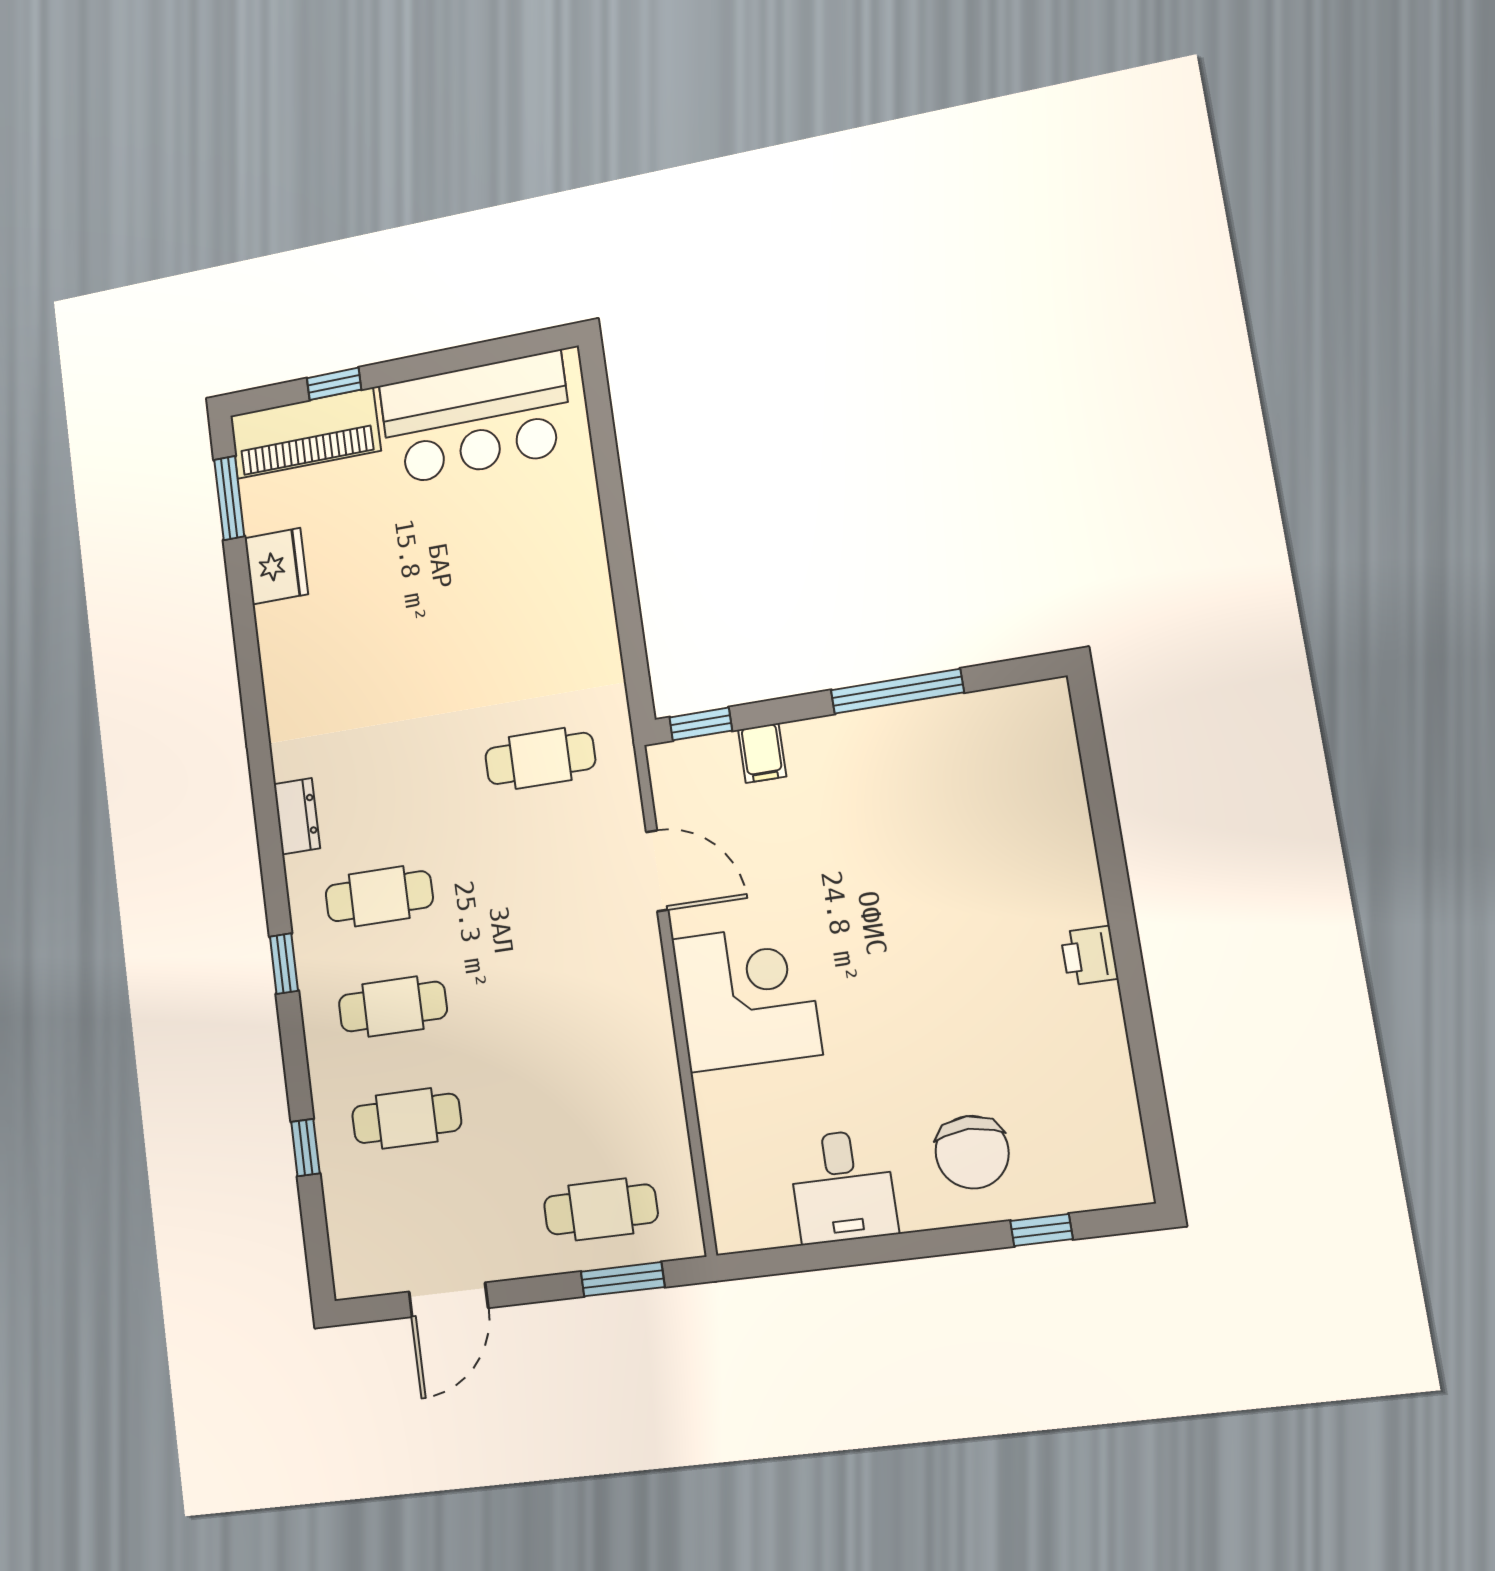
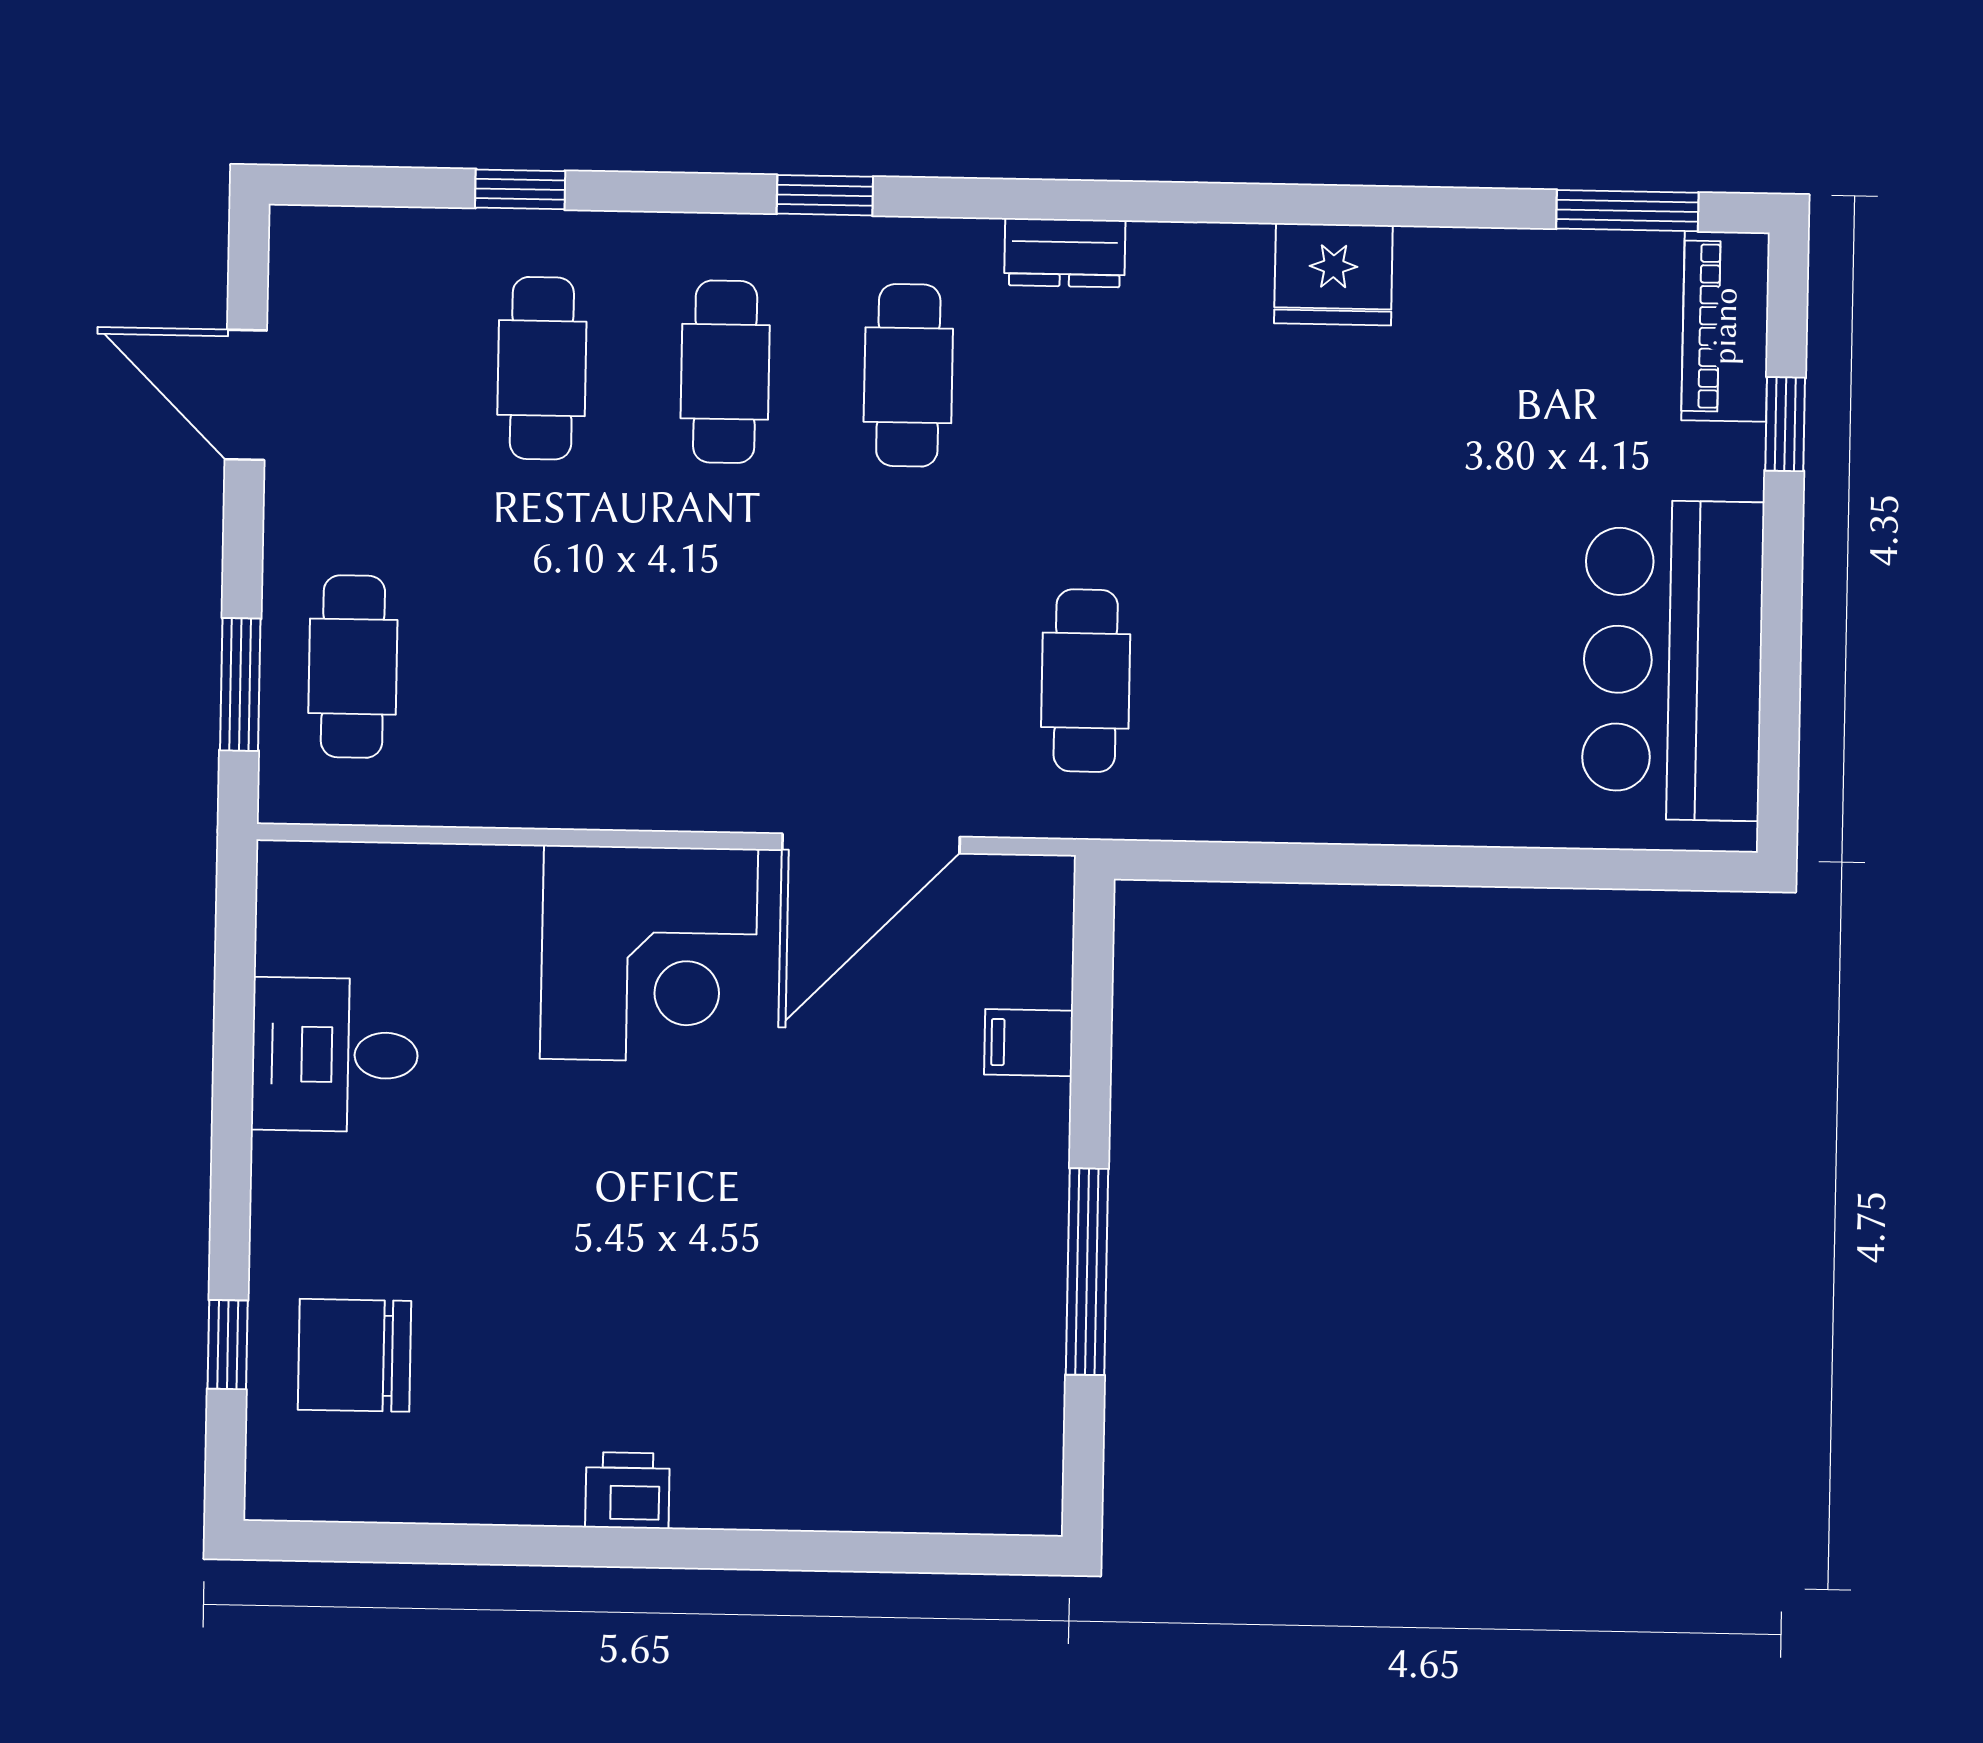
piano: (305, 433) -> (1725, 326), width x0.73, depth x0.75
fridge: (276, 566) -> (1333, 274), moved
window: (701, 724) -> (1093, 952), removed
door: (657, 871) -> (871, 843), width x1.36
chair: (972, 1152) -> (355, 1355), moved

